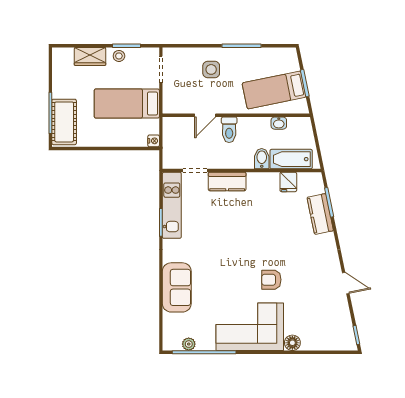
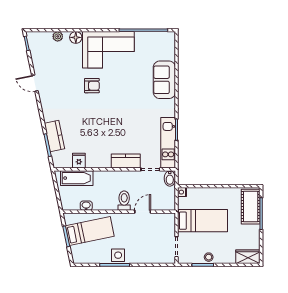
wardrobe: (90, 56) -> (248, 257), moved
side table: (211, 69) -> (118, 255), moved
bidet: (262, 159) -> (170, 178), moved
plant: (189, 344) -> (58, 36), moved

